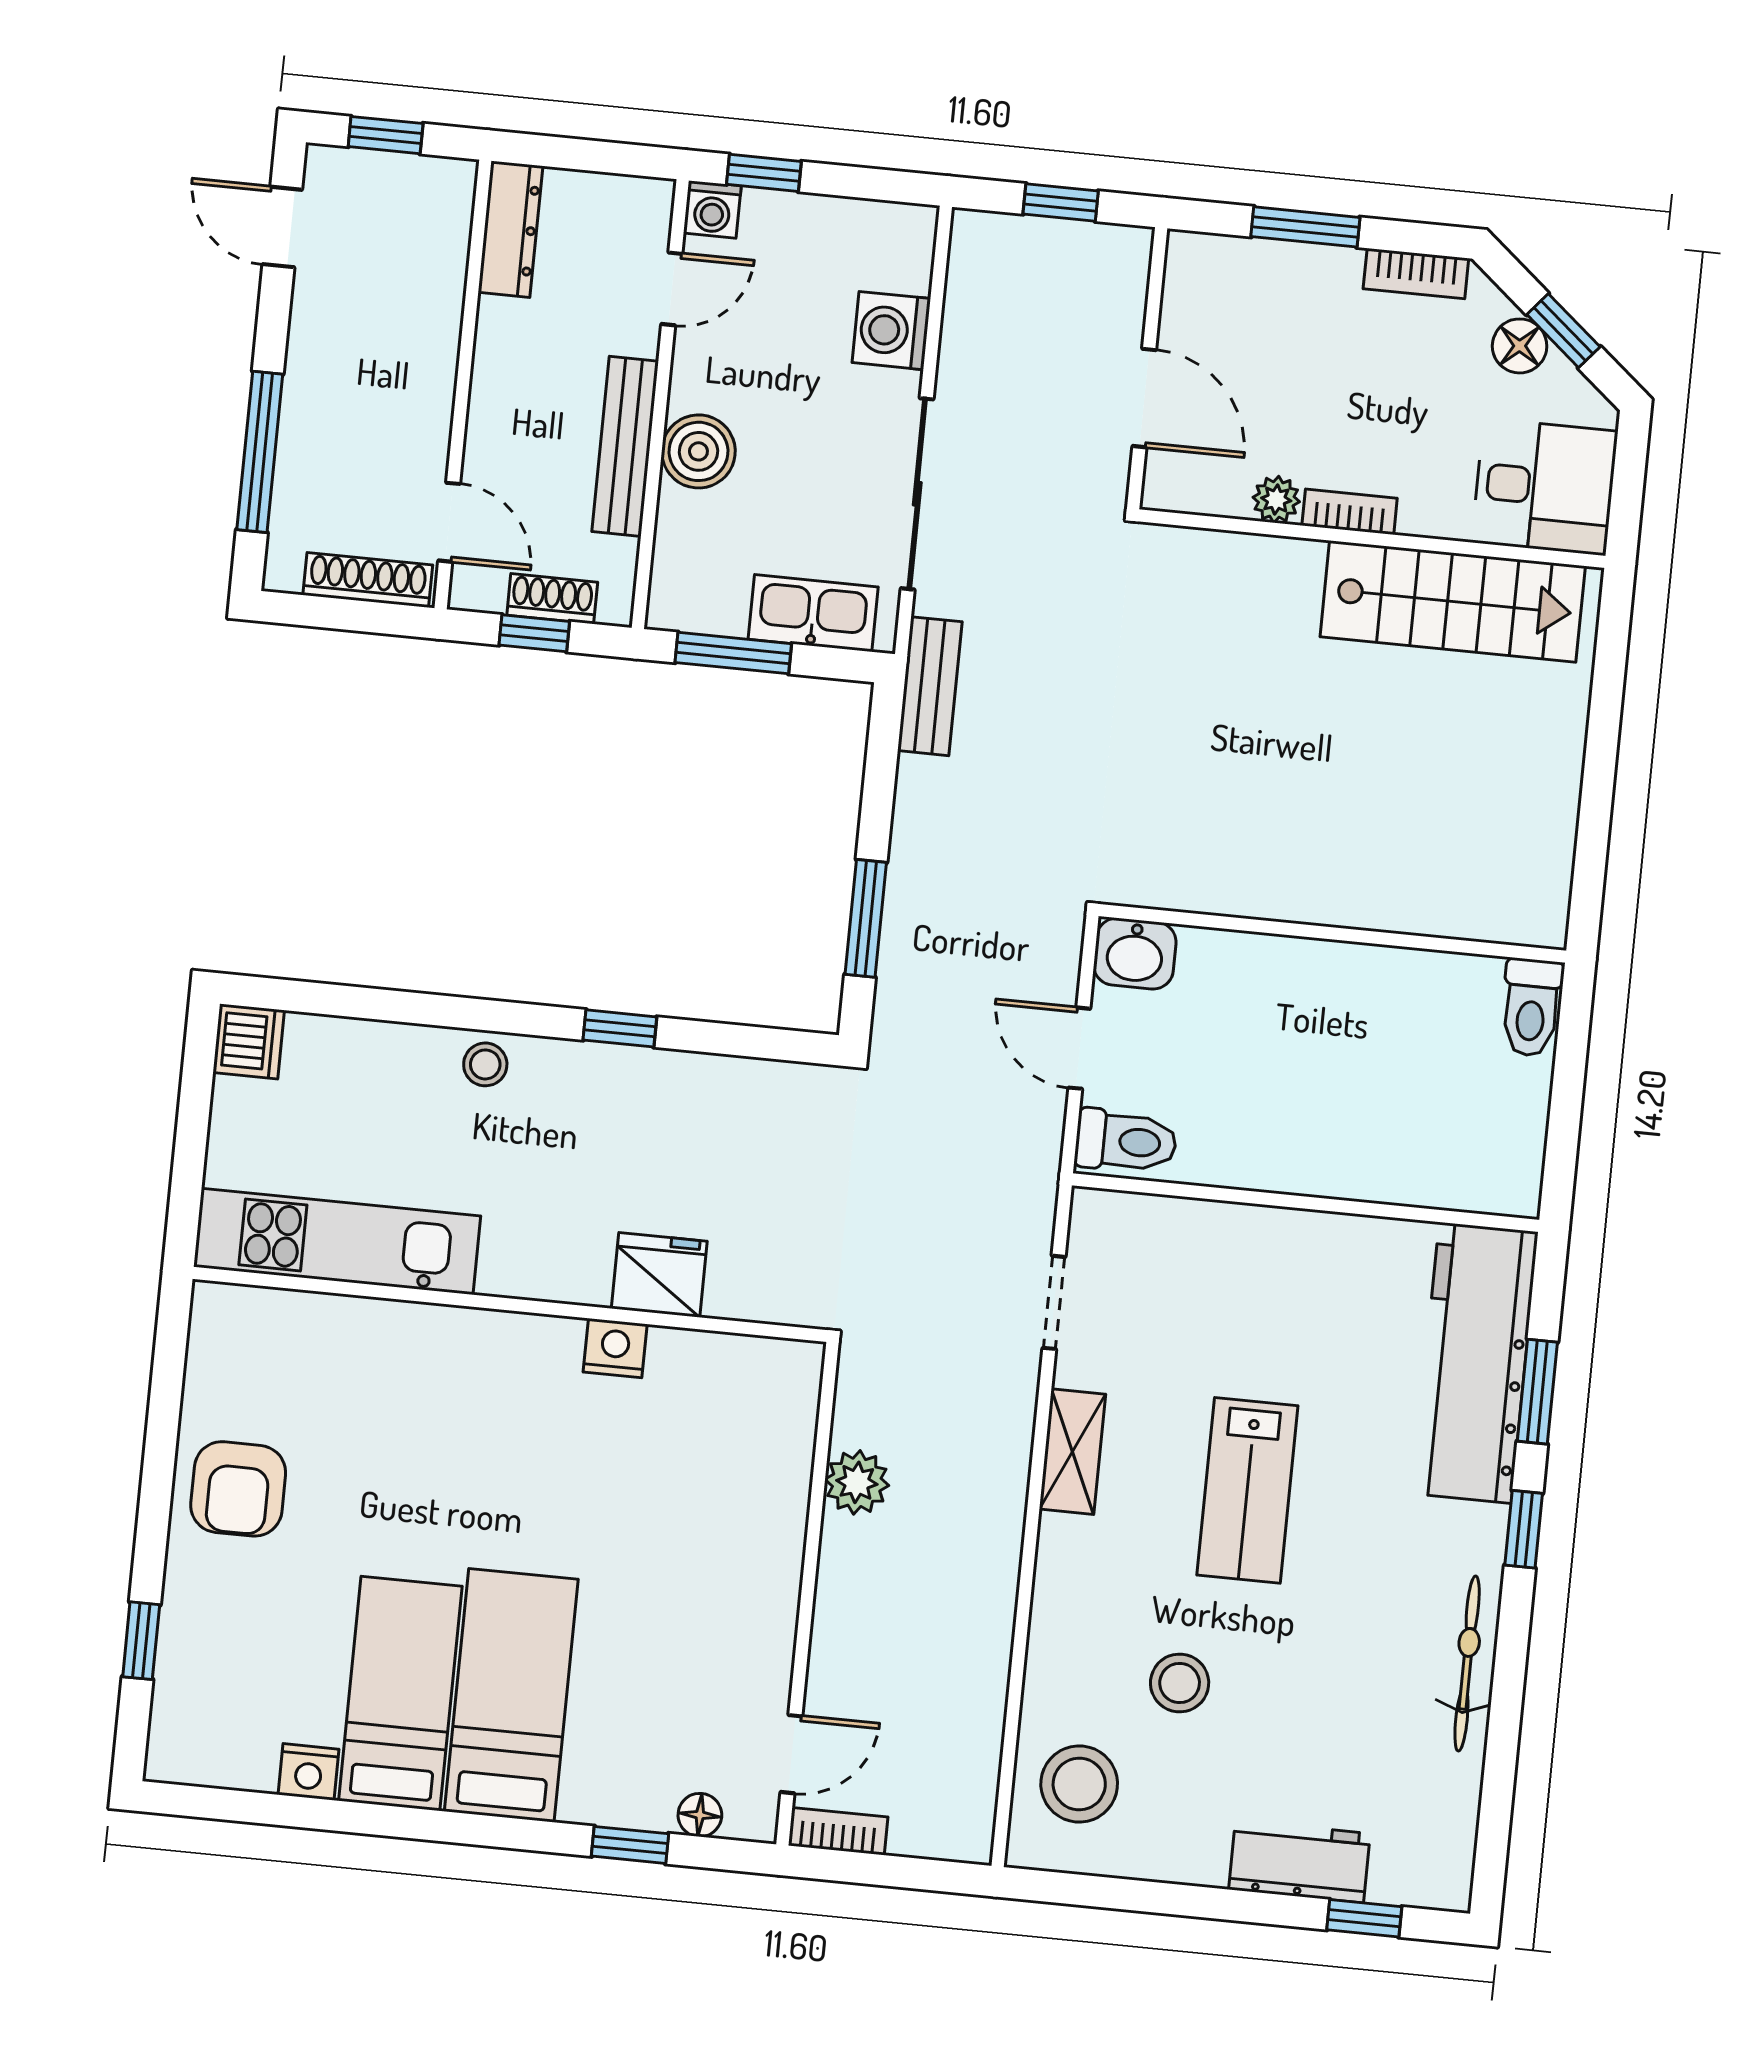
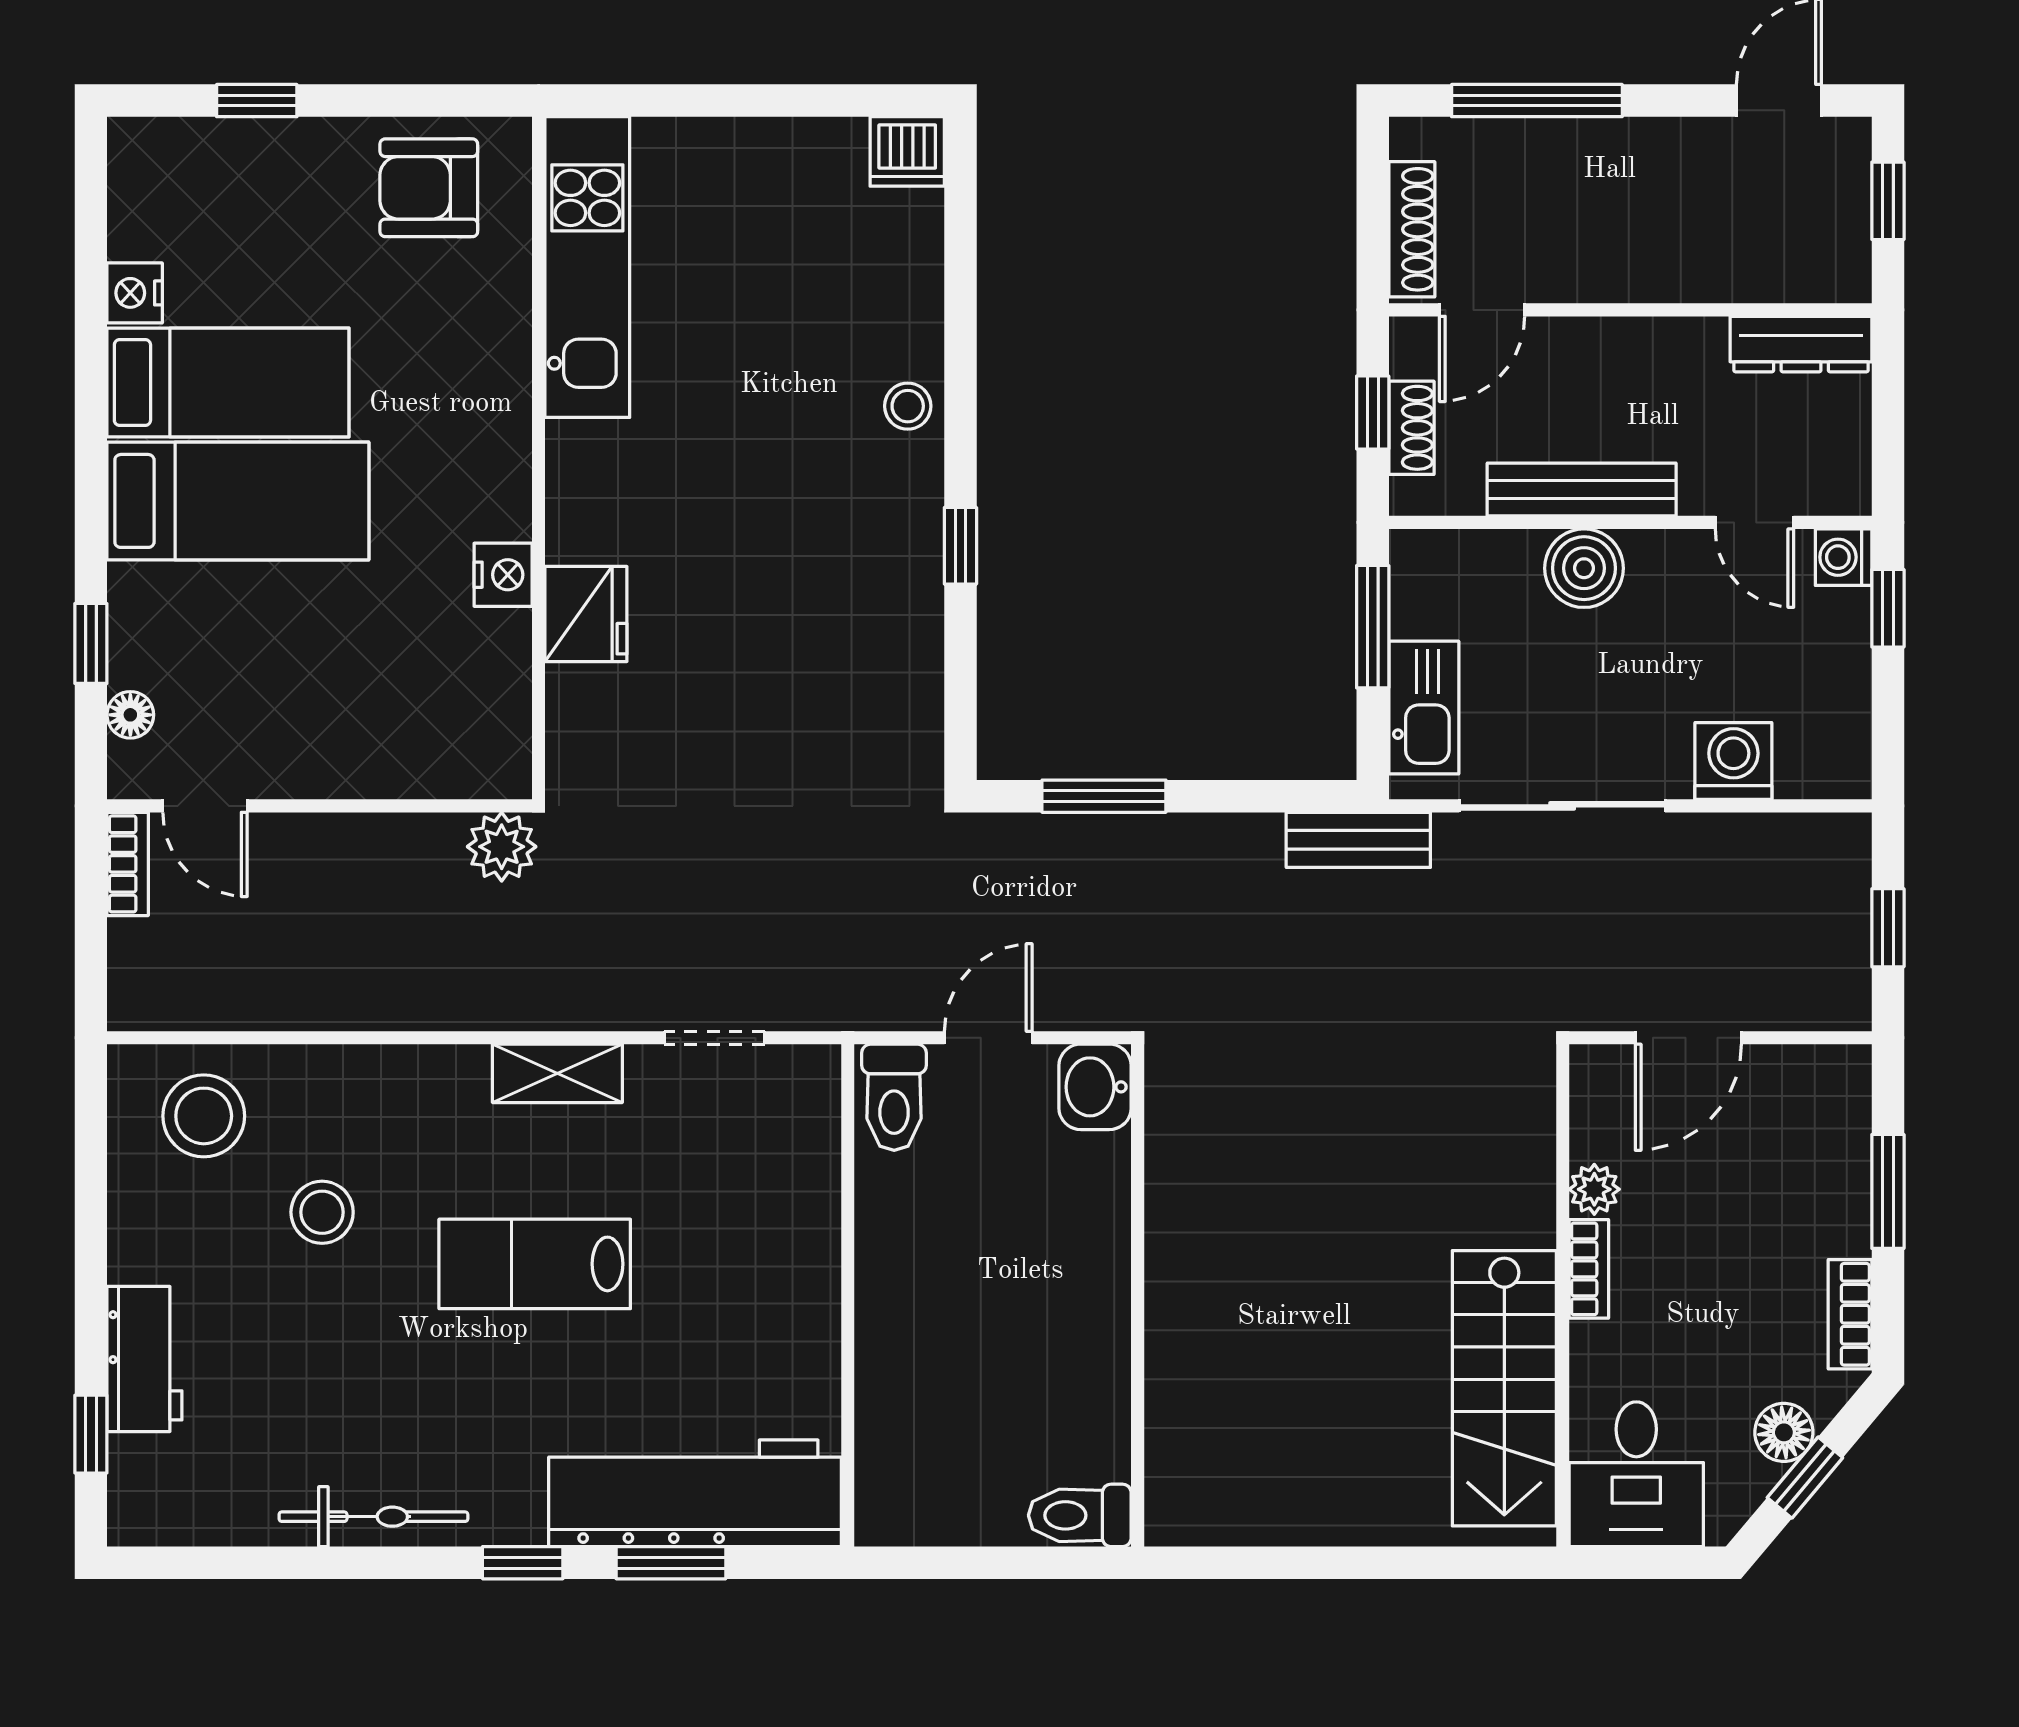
kitchen unit: (337, 1241) -> (587, 267), moved
fridge: (659, 1275) -> (586, 614), moved
wall: (510, 1304) -> (539, 458), moved
nightstand: (615, 1348) -> (503, 575), moved

